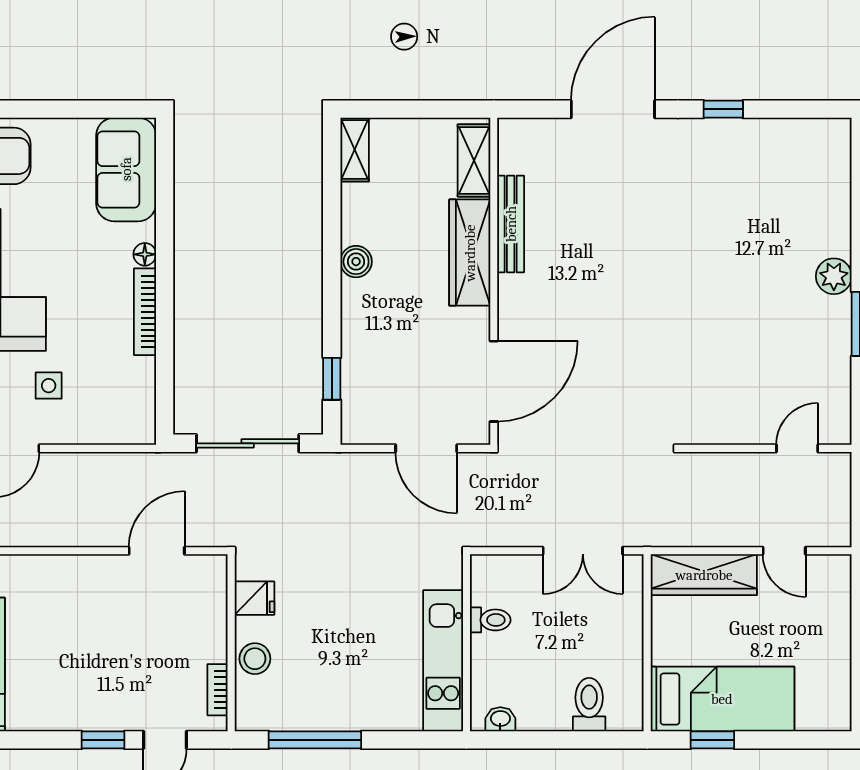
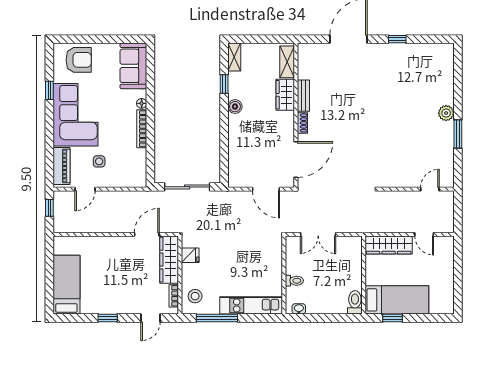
bench: (511, 224) -> (303, 96), width x0.73
wardrobe: (470, 253) -> (285, 95), width x0.67
shoe rack: (509, 299) -> (302, 123), added
window: (332, 379) -> (224, 84), moved
double door: (583, 551) -> (318, 234), moved
wardrobe: (207, 608) -> (169, 260), added
toilet: (490, 620) -> (294, 281), moved
stool: (255, 659) -> (195, 296), moved
kitchen unit: (443, 661) -> (251, 305), moved, turned 90
toilet: (589, 705) -> (355, 302), moved
window: (103, 740) -> (108, 318), moved

